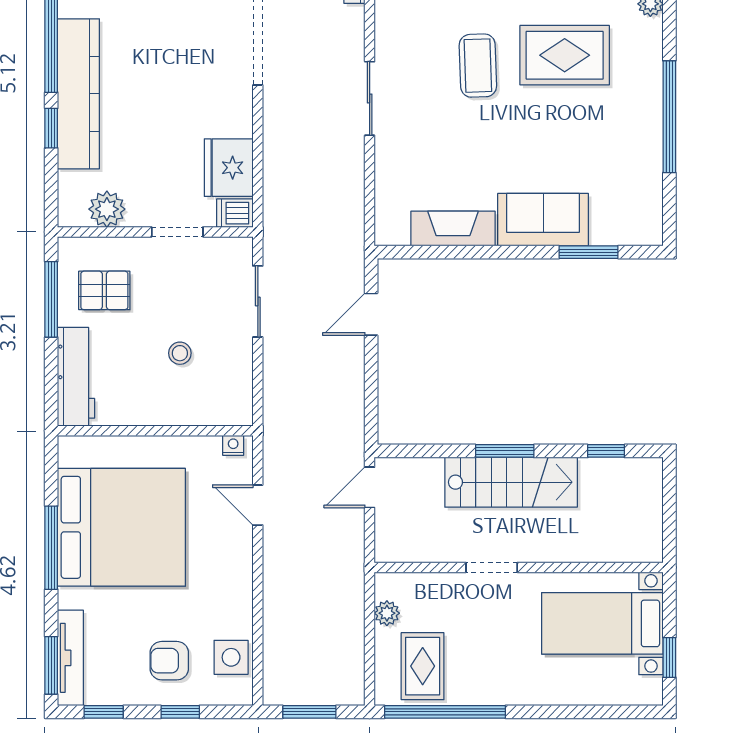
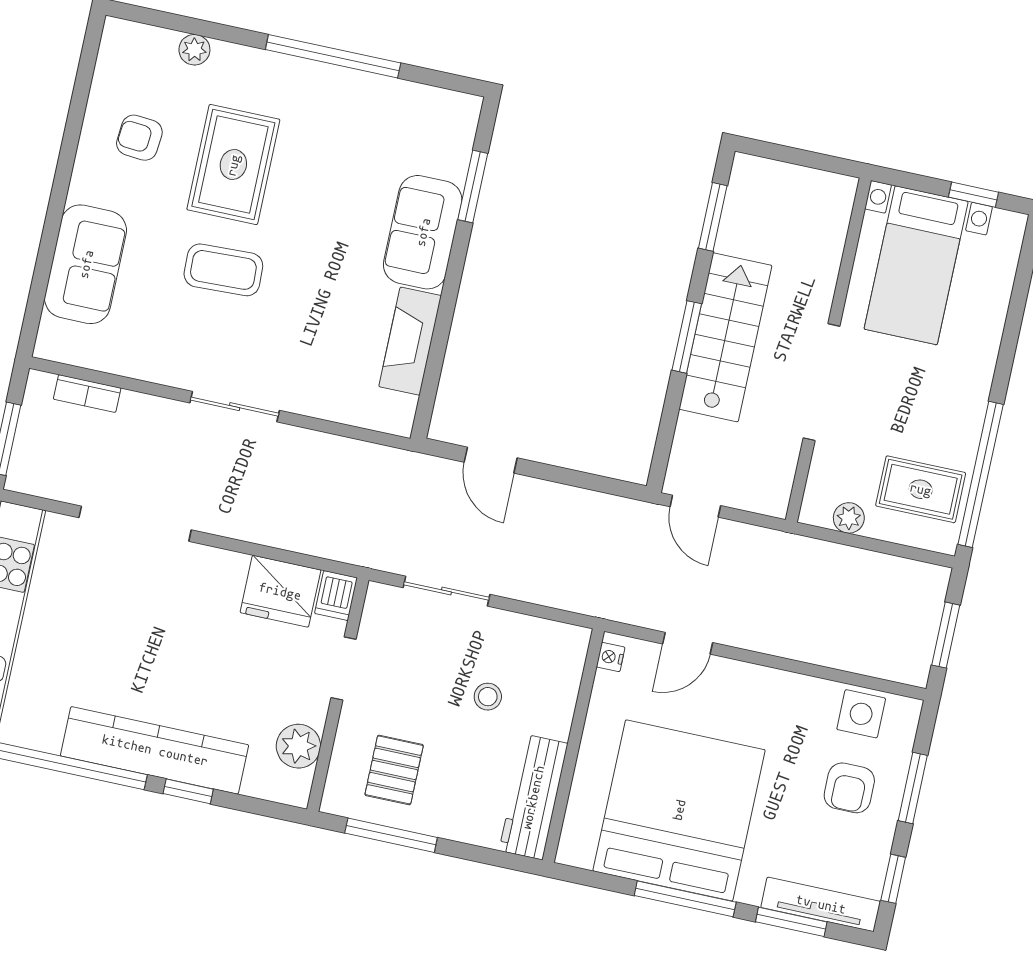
workbench: (76, 377) -> (533, 797), moved, turned -90
window: (606, 451) -> (713, 217), width x1.50
doorway: (492, 567) -> (821, 382), width x1.88
window: (51, 665) -> (791, 922), moved
window: (180, 712) -> (913, 788), width x1.50

